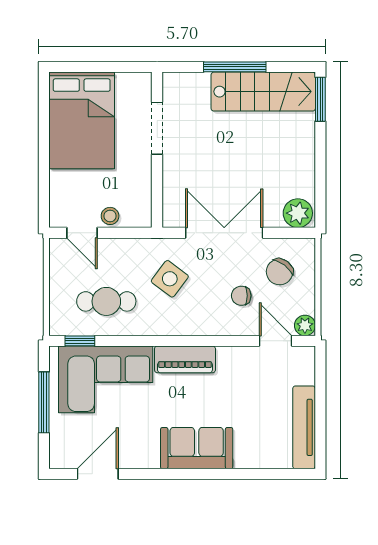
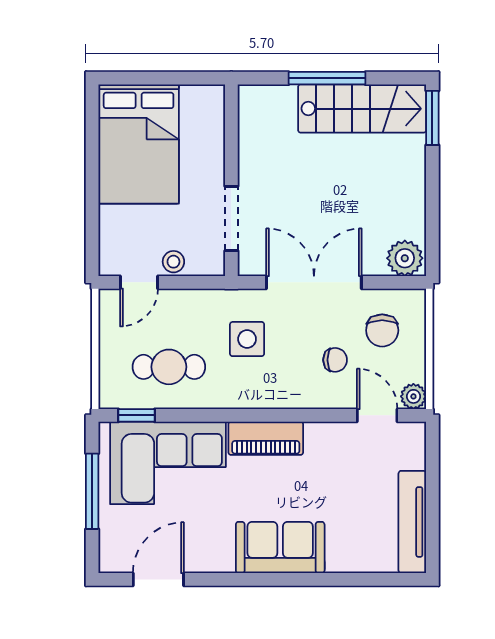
doorway: (157, 128) -> (231, 219), moved
door: (82, 233) -> (139, 282), hinge flipped
chair: (280, 272) -> (382, 330), turned -37
side table: (170, 279) -> (247, 339), turned -37
chair: (241, 296) -> (335, 360), turned 180

